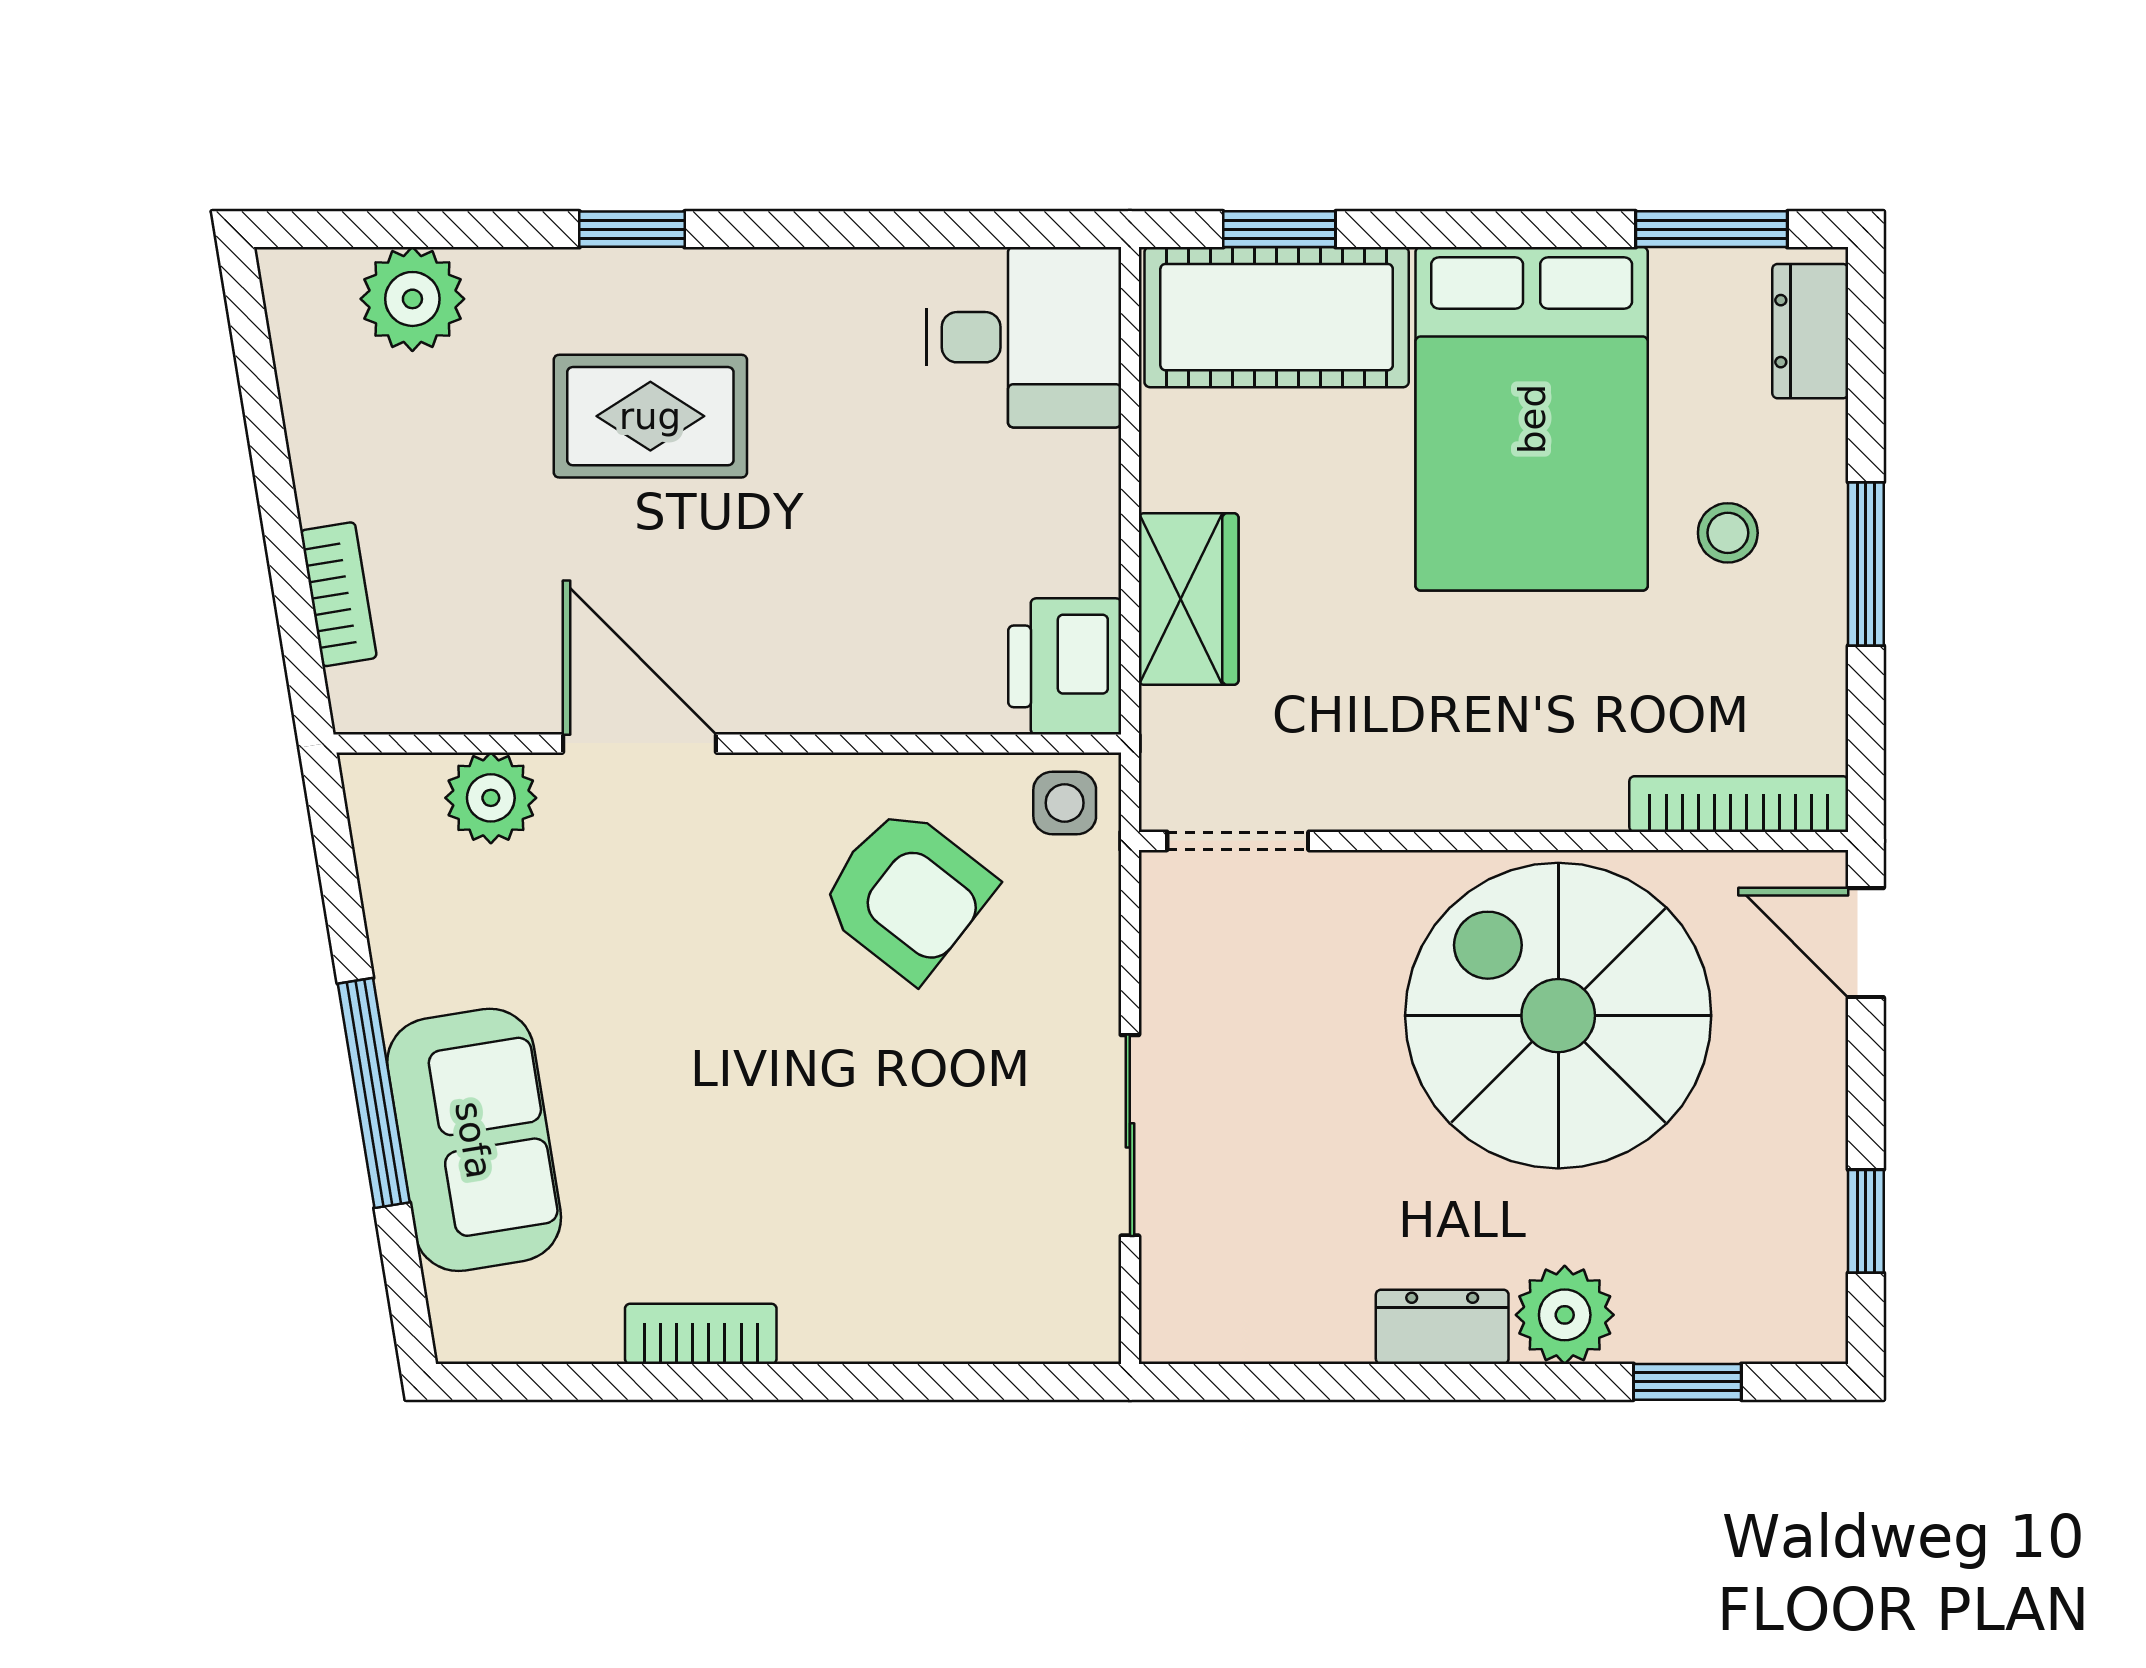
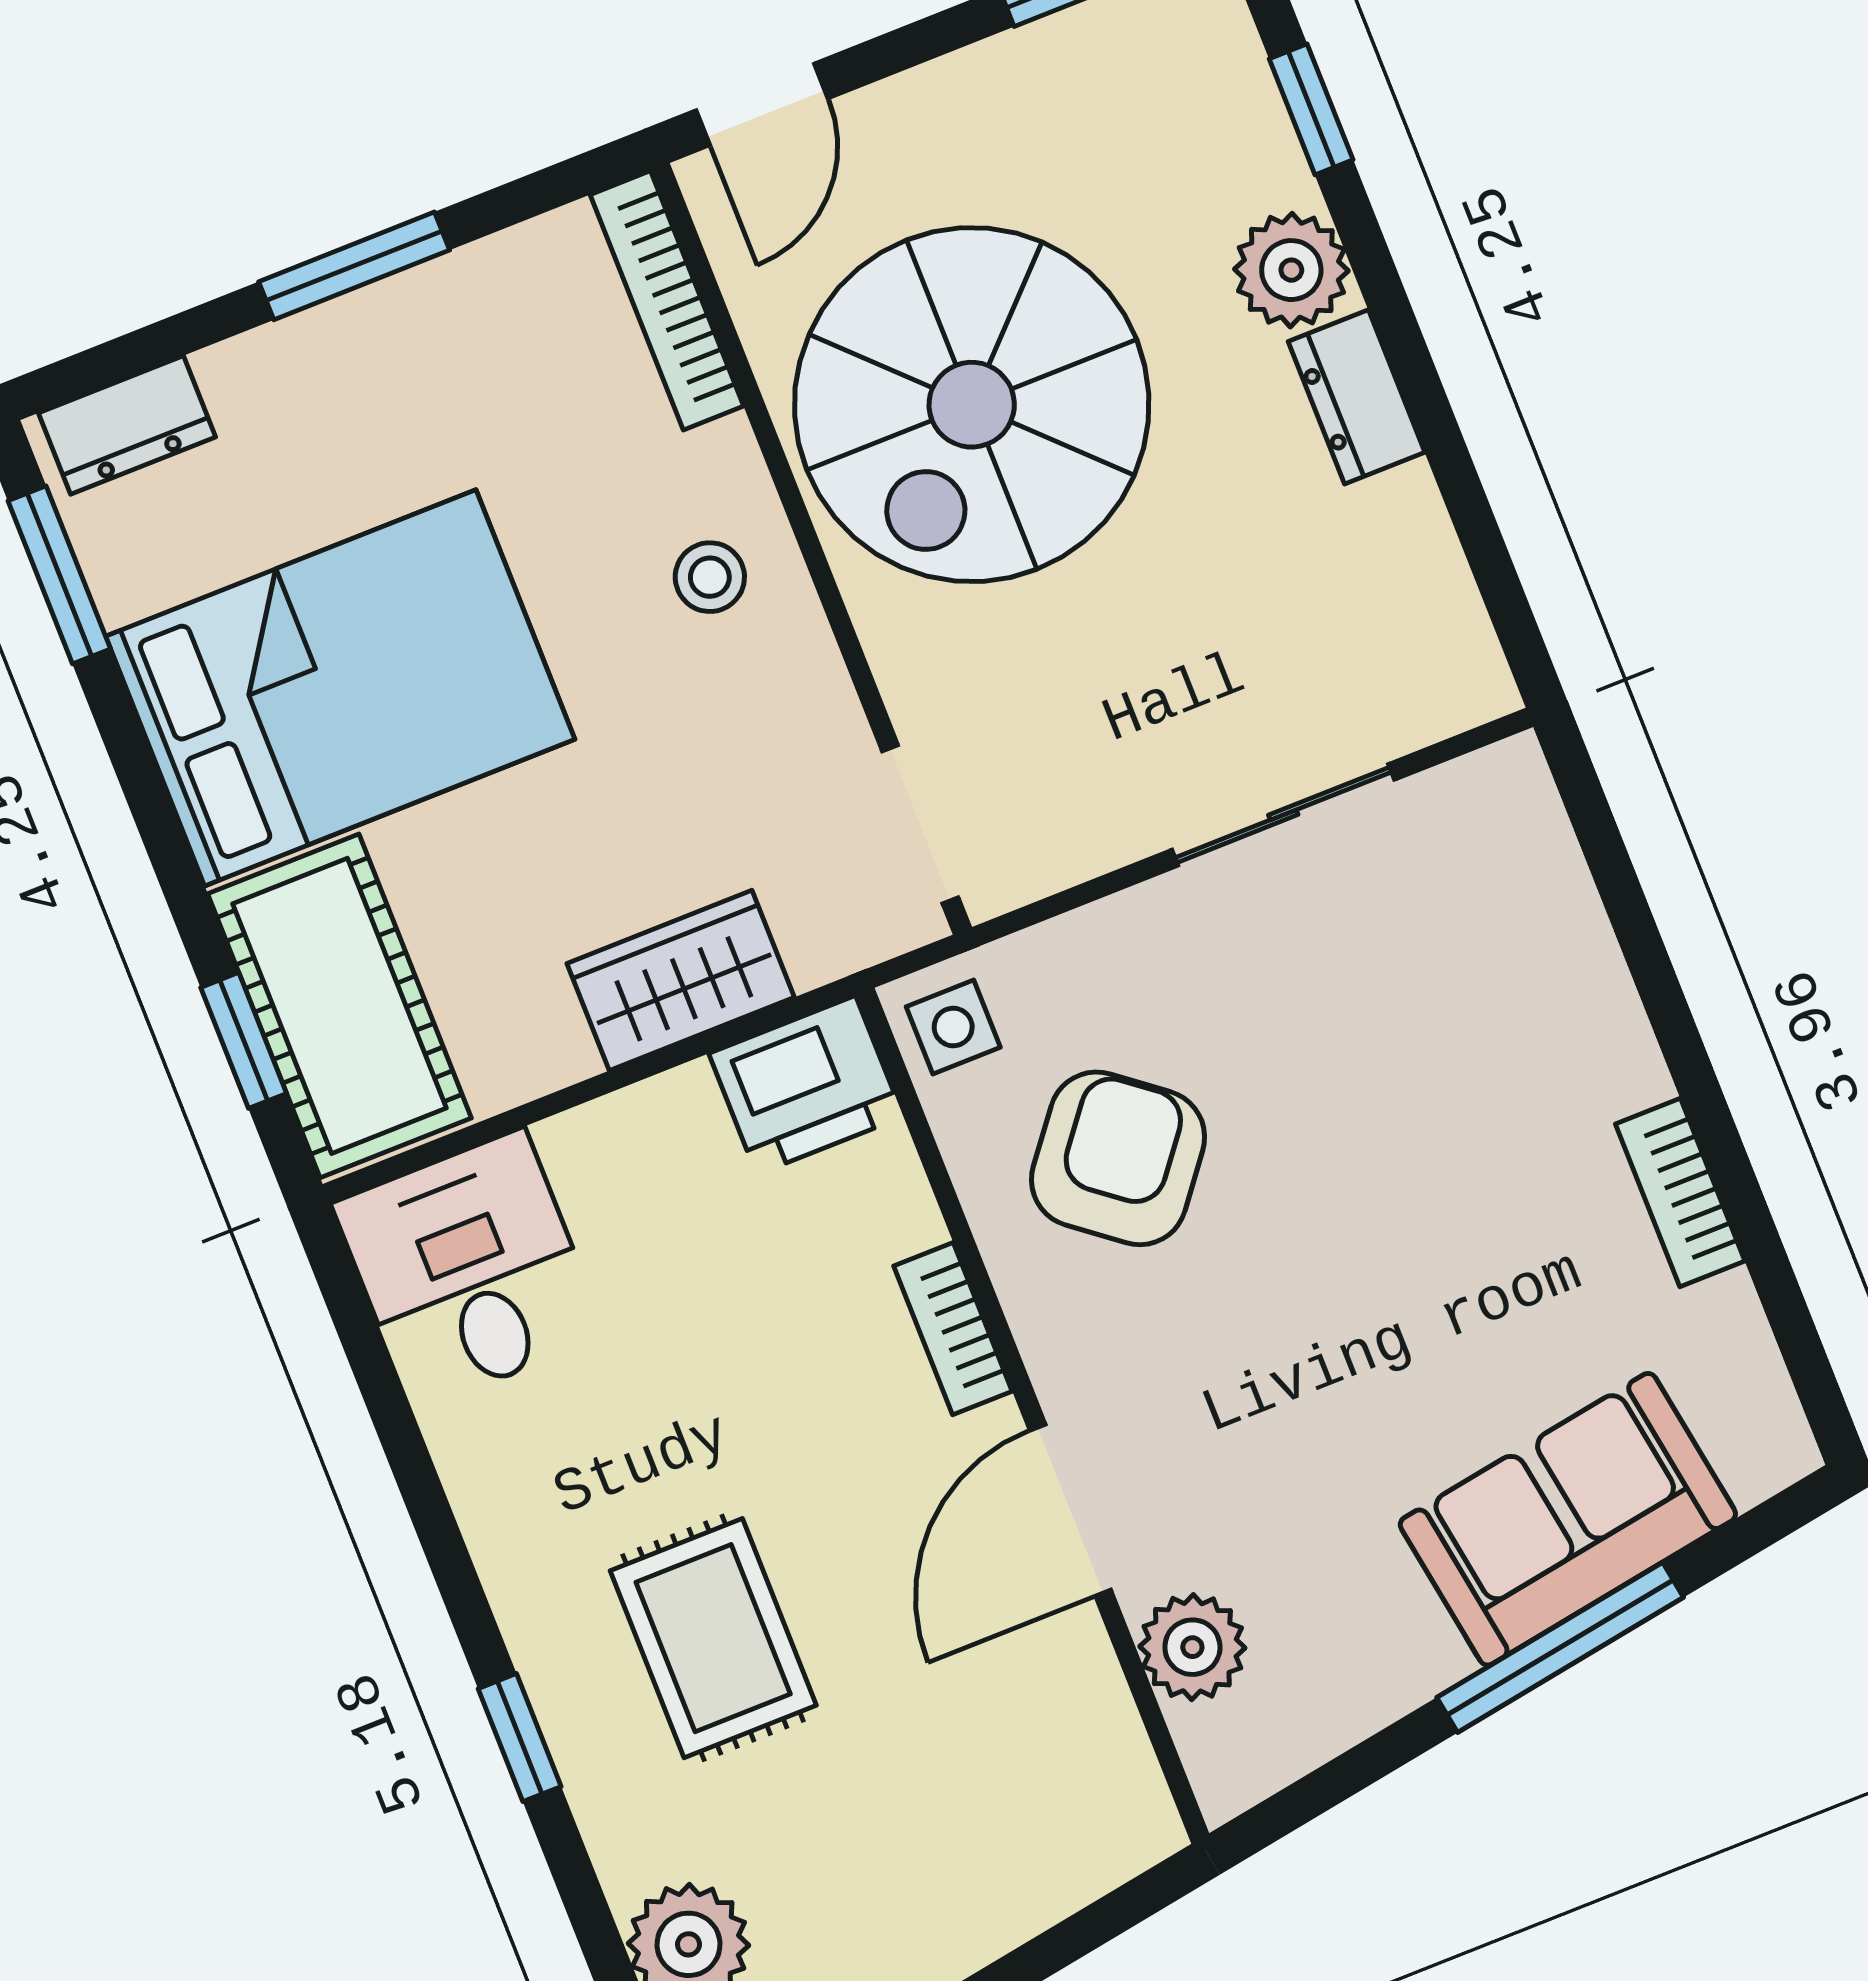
stool: (1728, 533) -> (710, 577), moved
bookcase: (338, 594) -> (953, 1329), moved, turned -81

